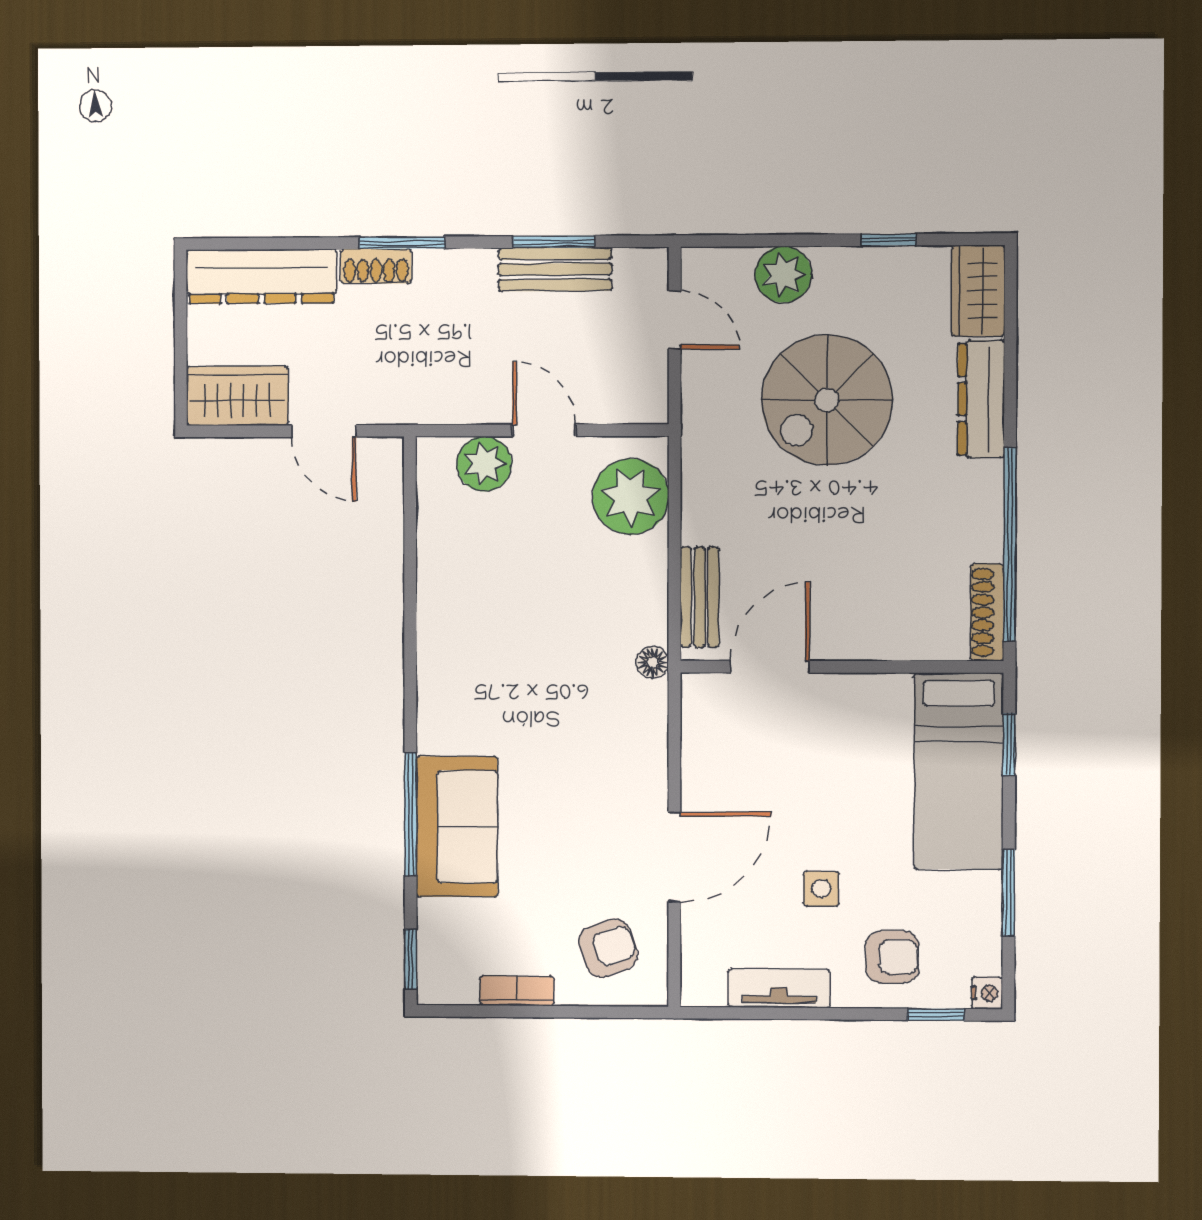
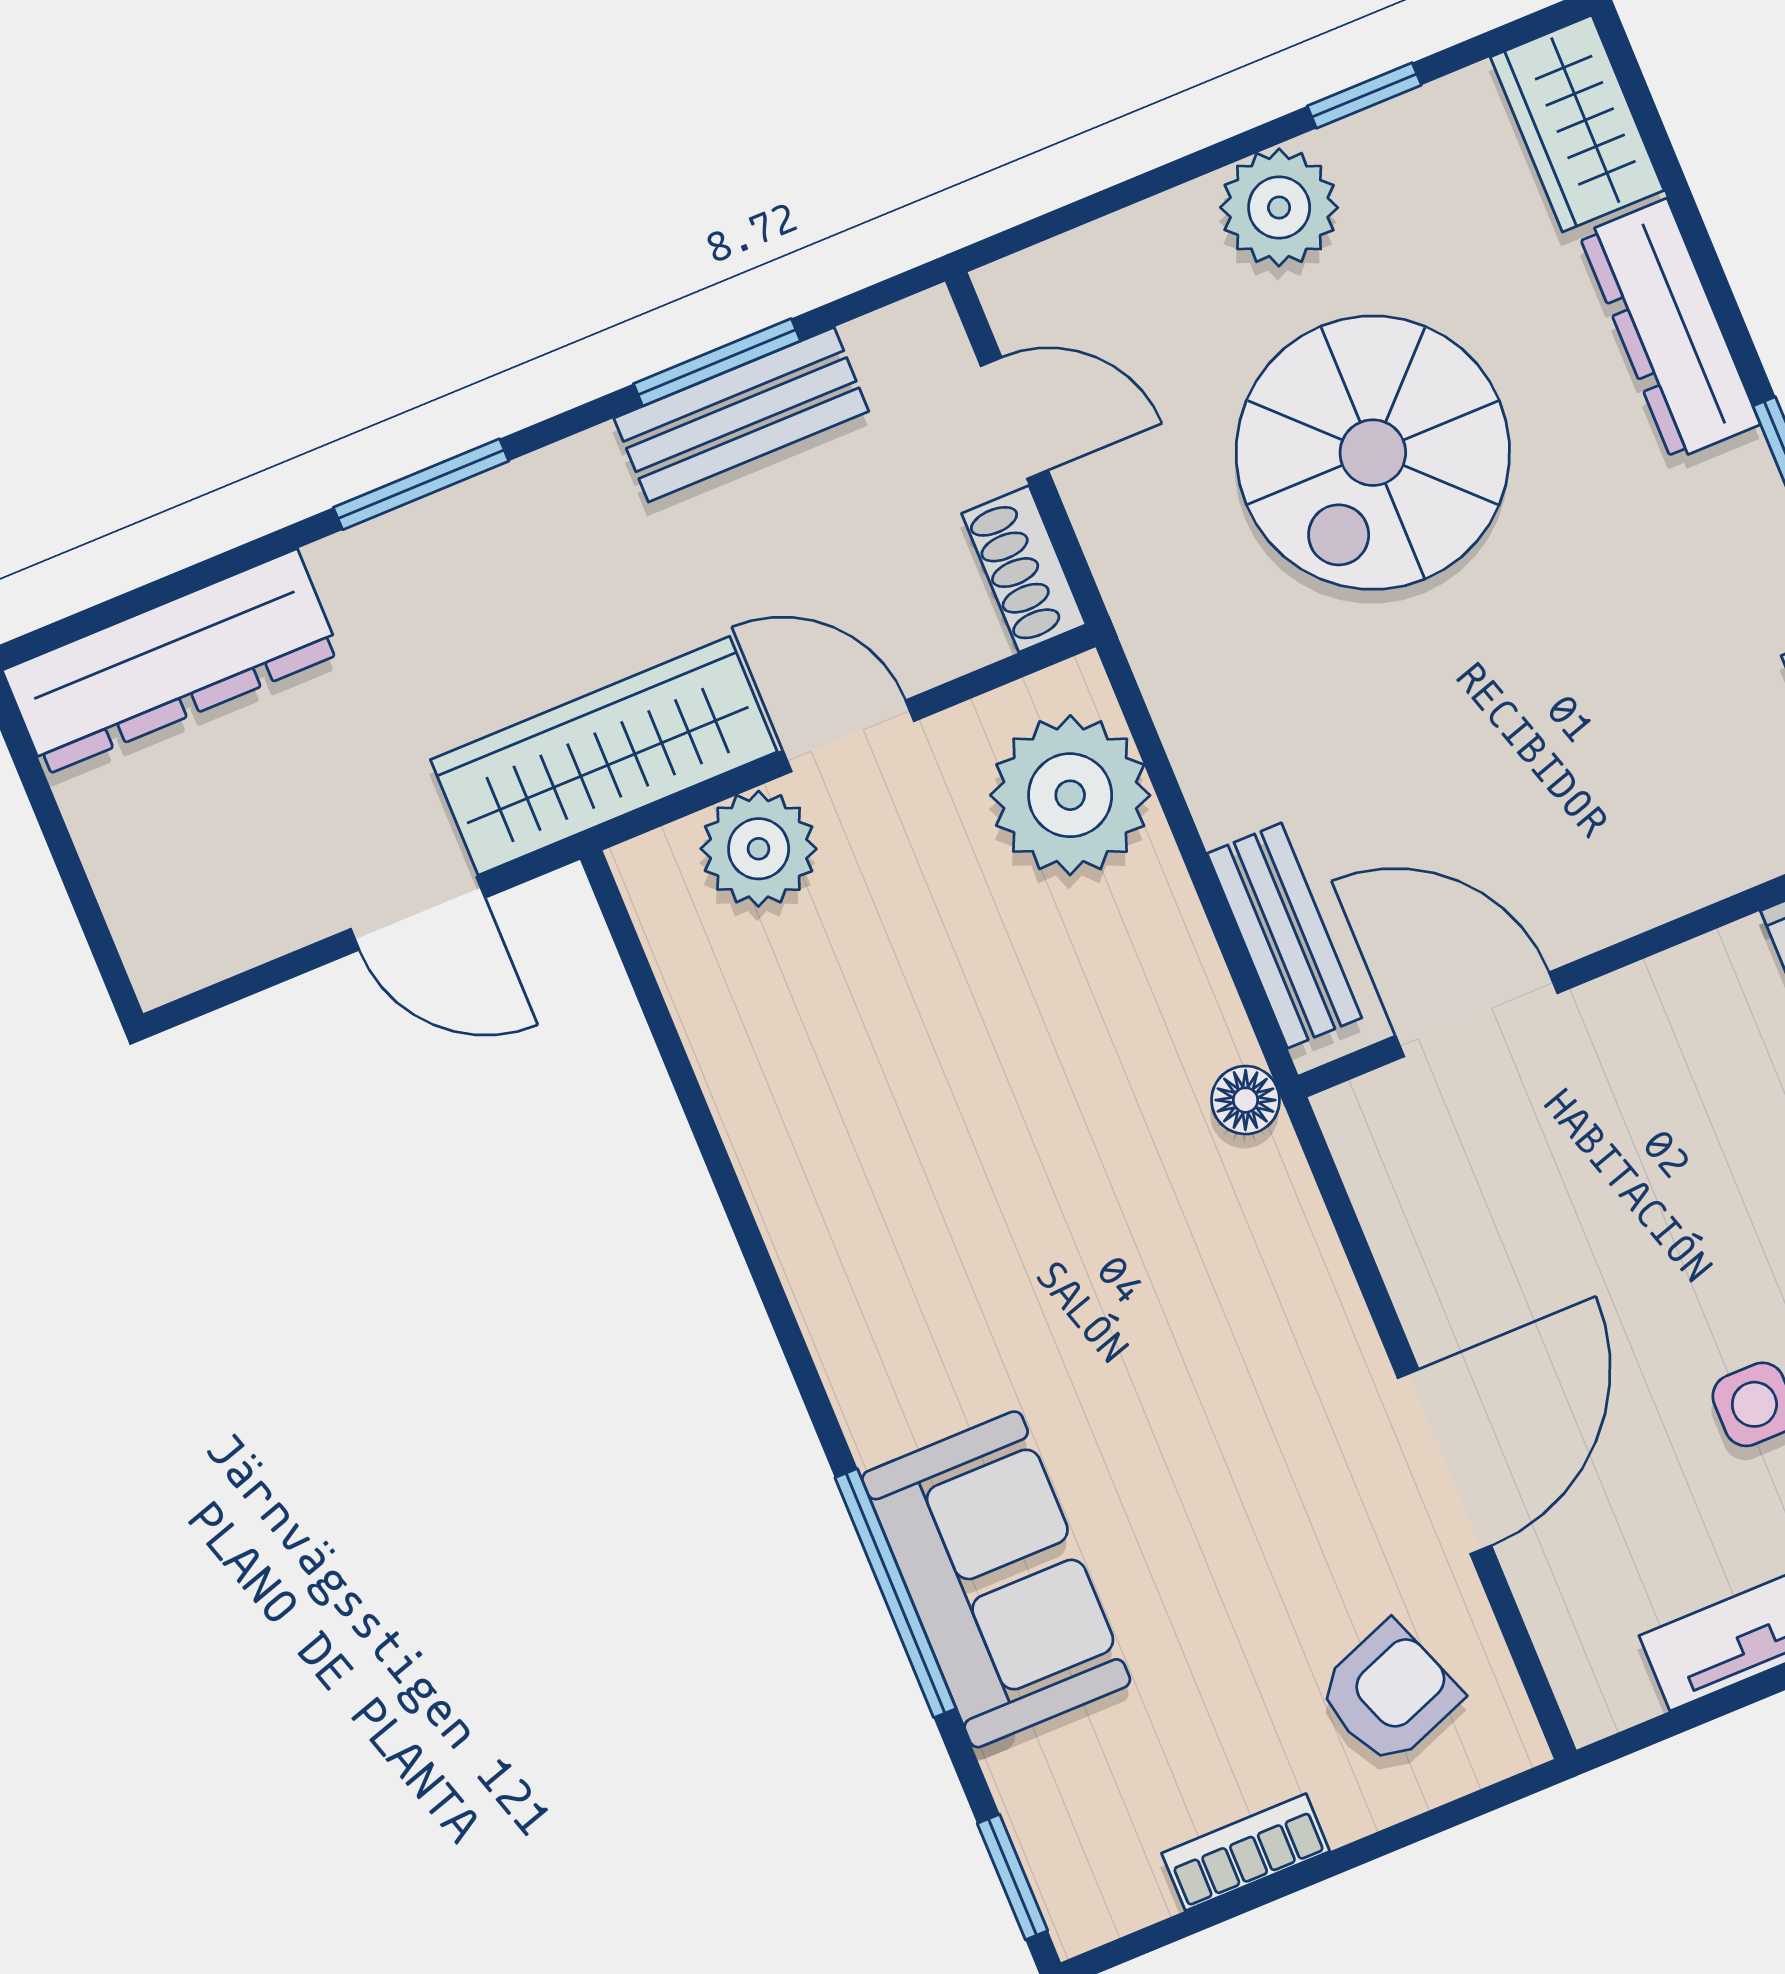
shoe rack: (376, 266) -> (1024, 569), moved, turned 90
plant: (783, 274) -> (1279, 207), moved
wardrobe: (237, 396) -> (604, 756), moved, width x1.50
door: (770, 667) -> (1476, 1014), hinge flipped

